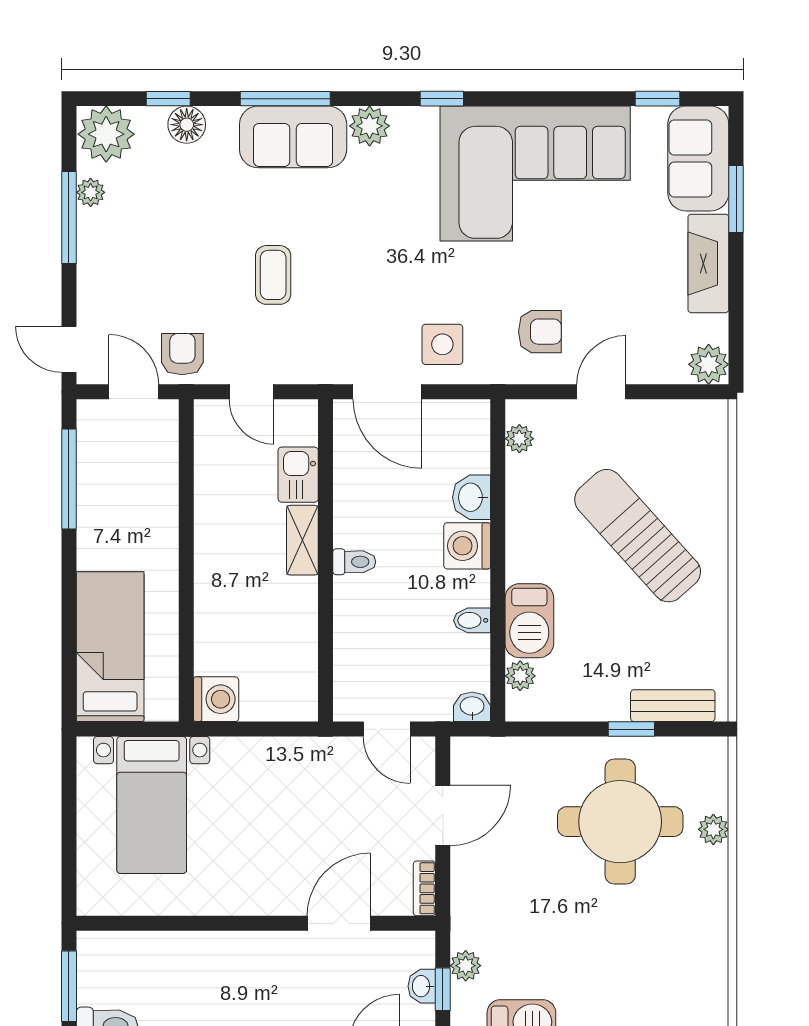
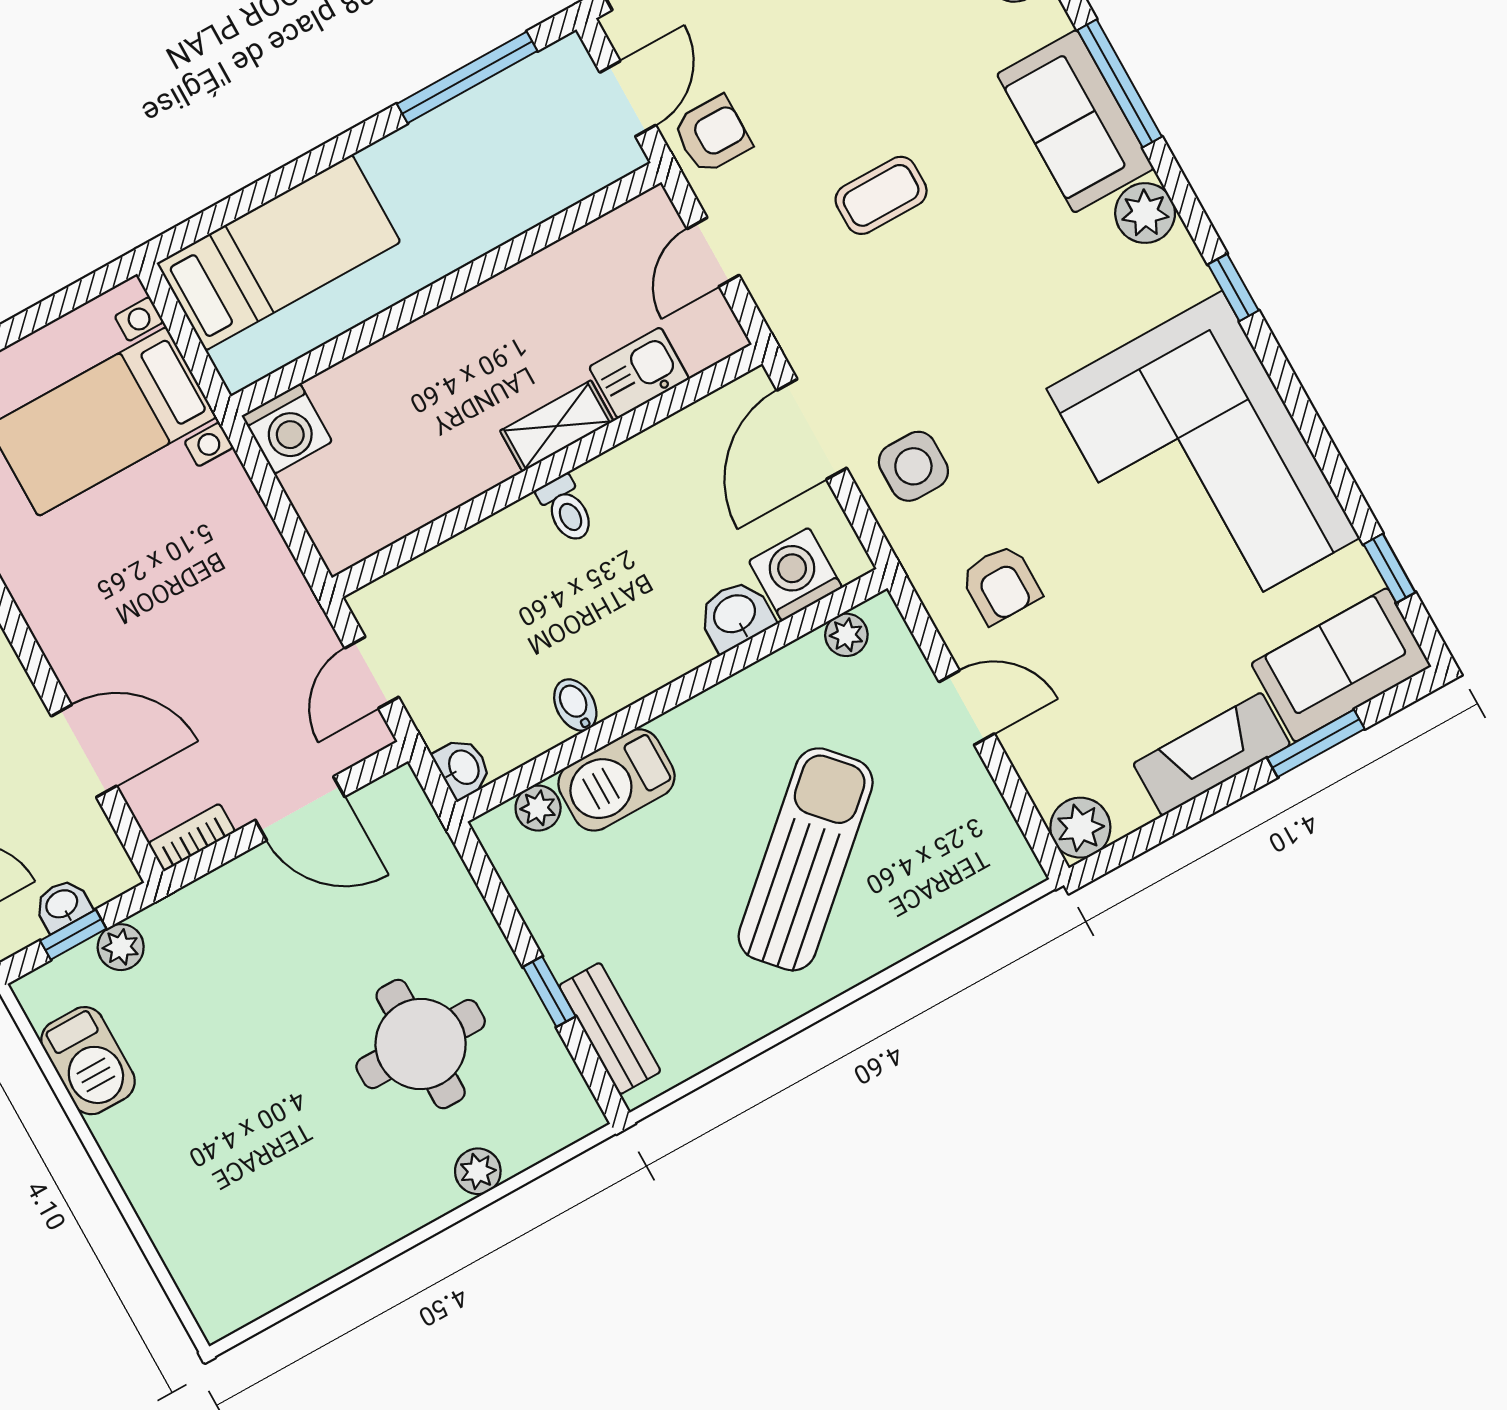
washing machine: (467, 546) -> (795, 574), moved
round table: (620, 822) -> (421, 1044), width x0.73, depth x0.73

